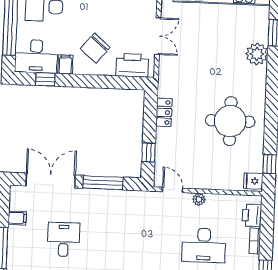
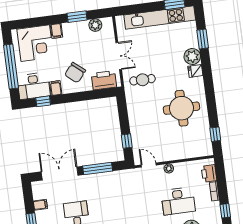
cafe table: (184, 74) -> (143, 80), added
locker: (164, 112) -> (133, 110), removed
fridge: (253, 181) -> (195, 71), moved

